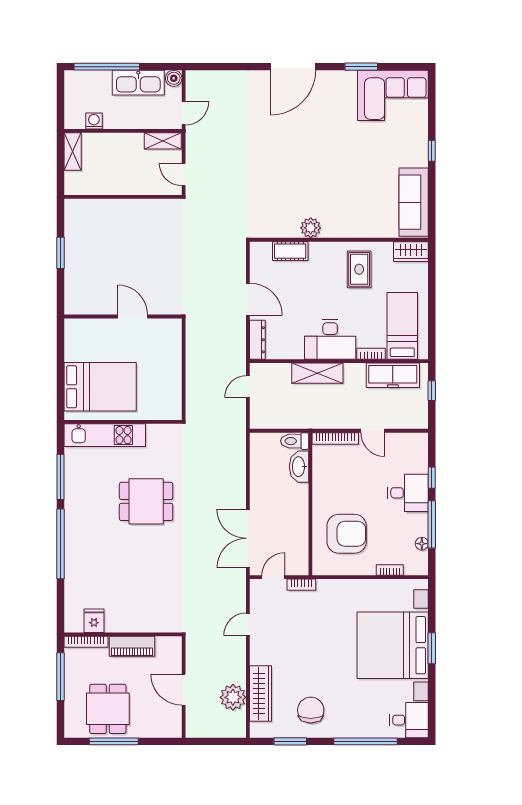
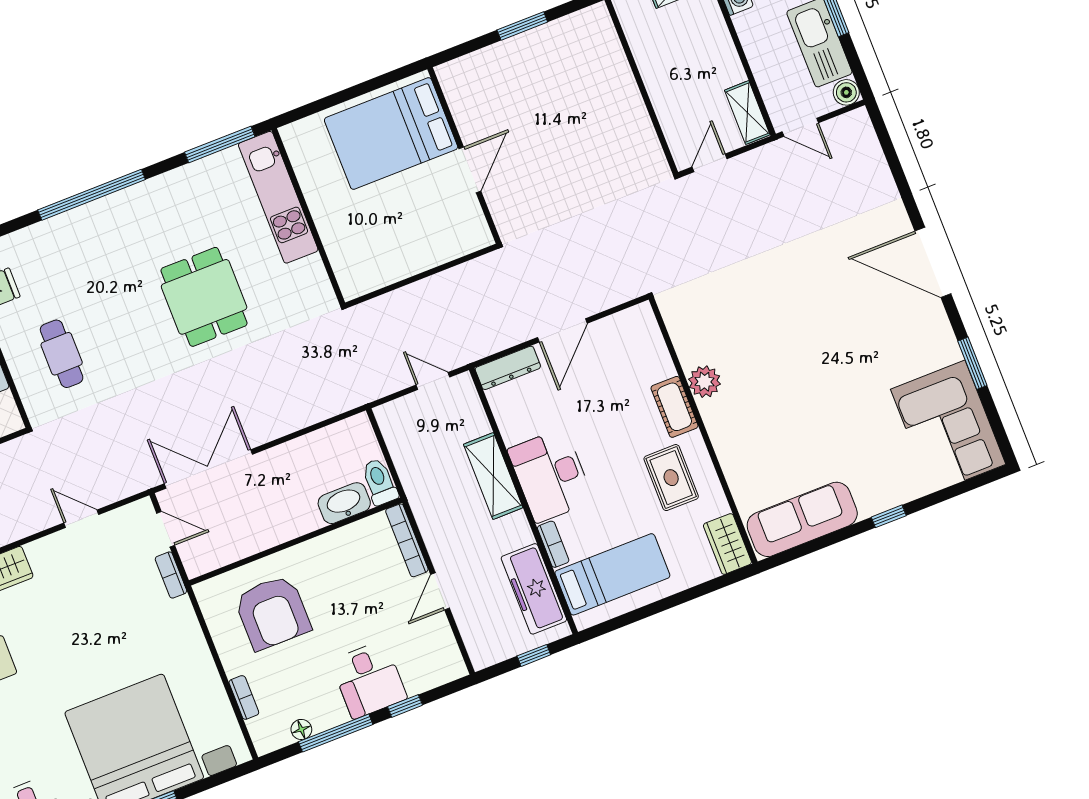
cot: (290, 251) -> (674, 407), moved
rug: (359, 269) -> (671, 478), turned 90
bed: (100, 387) -> (391, 133), moved, turned 90
window: (60, 477) -> (220, 144), moved
cafe table: (147, 598) -> (62, 354), added

